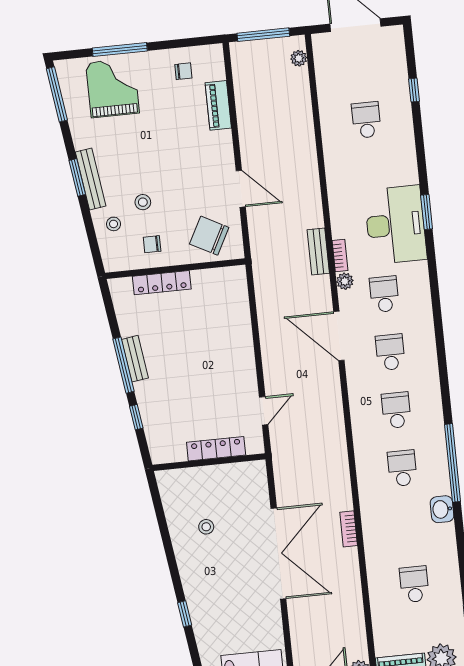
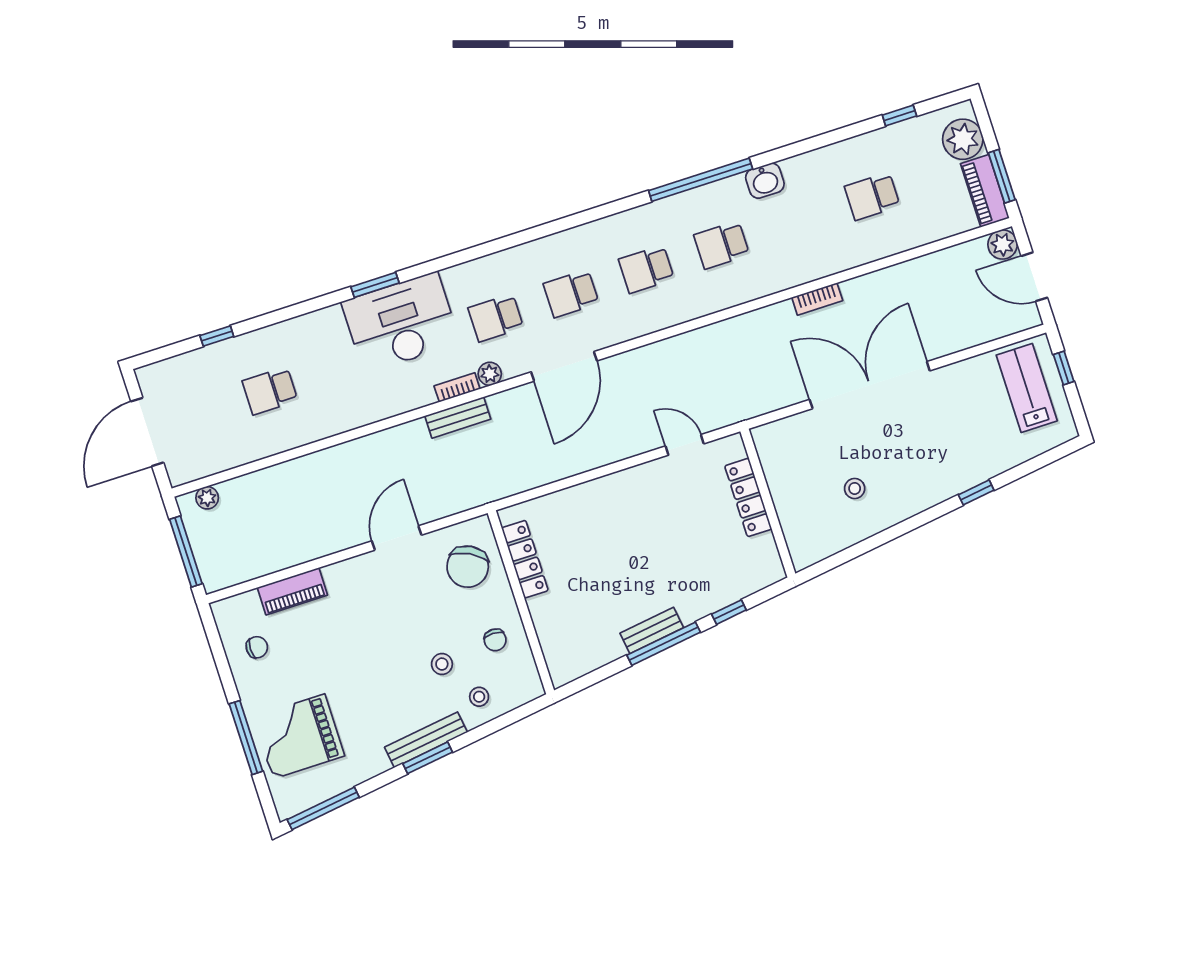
chair: (183, 71) -> (257, 647), turned 90
locker: (162, 283) -> (525, 559), moved

